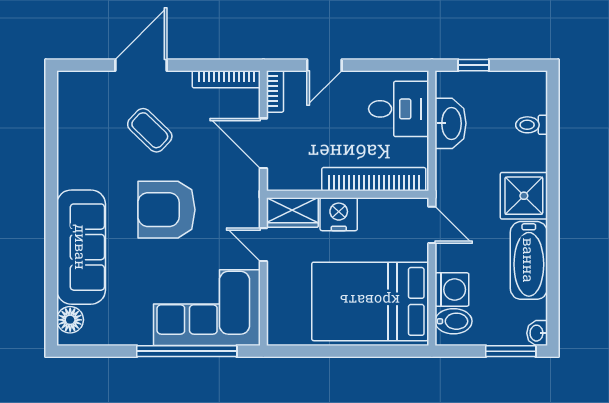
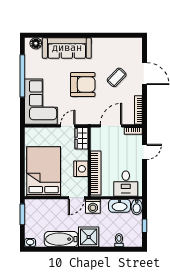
door: (324, 65) -> (144, 152), swing flipped
window: (473, 65) -> (144, 226), moved
armchair: (166, 210) -> (83, 85), turned 90
nightstand: (339, 214) -> (81, 169), moved
washing machine: (452, 290) -> (93, 206), moved
bidet: (454, 321) -> (137, 207), moved
window: (187, 351) -> (22, 76), moved
window: (511, 351) -> (22, 214), moved

